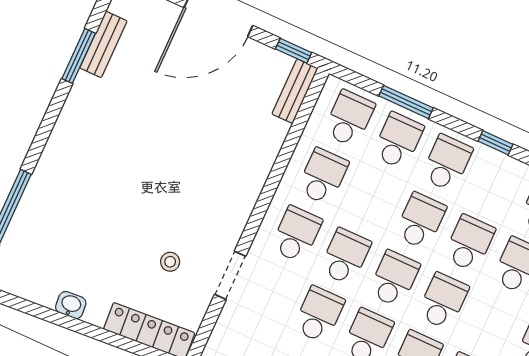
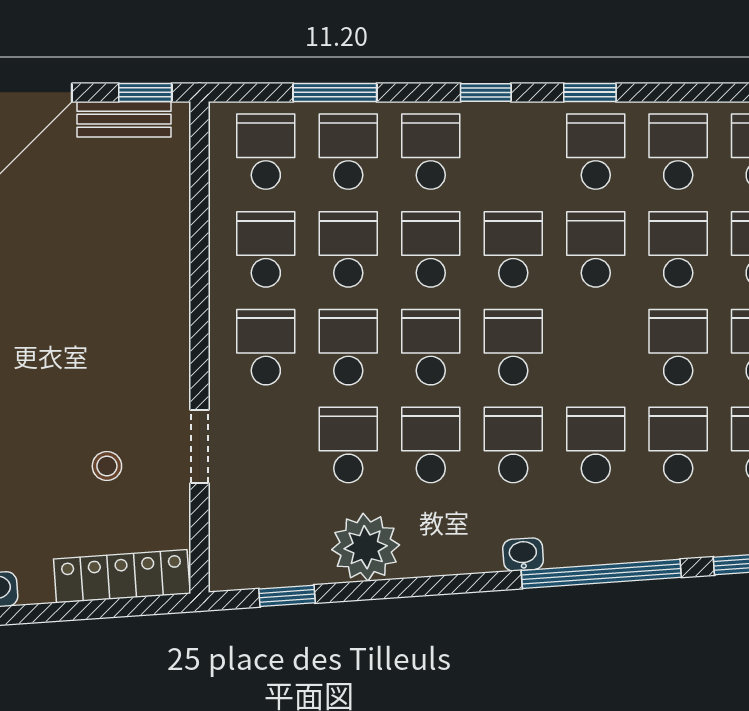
bench: (295, 91) -> (124, 119), moved, turned 90
school desk: (372, 199) -> (348, 249), added

